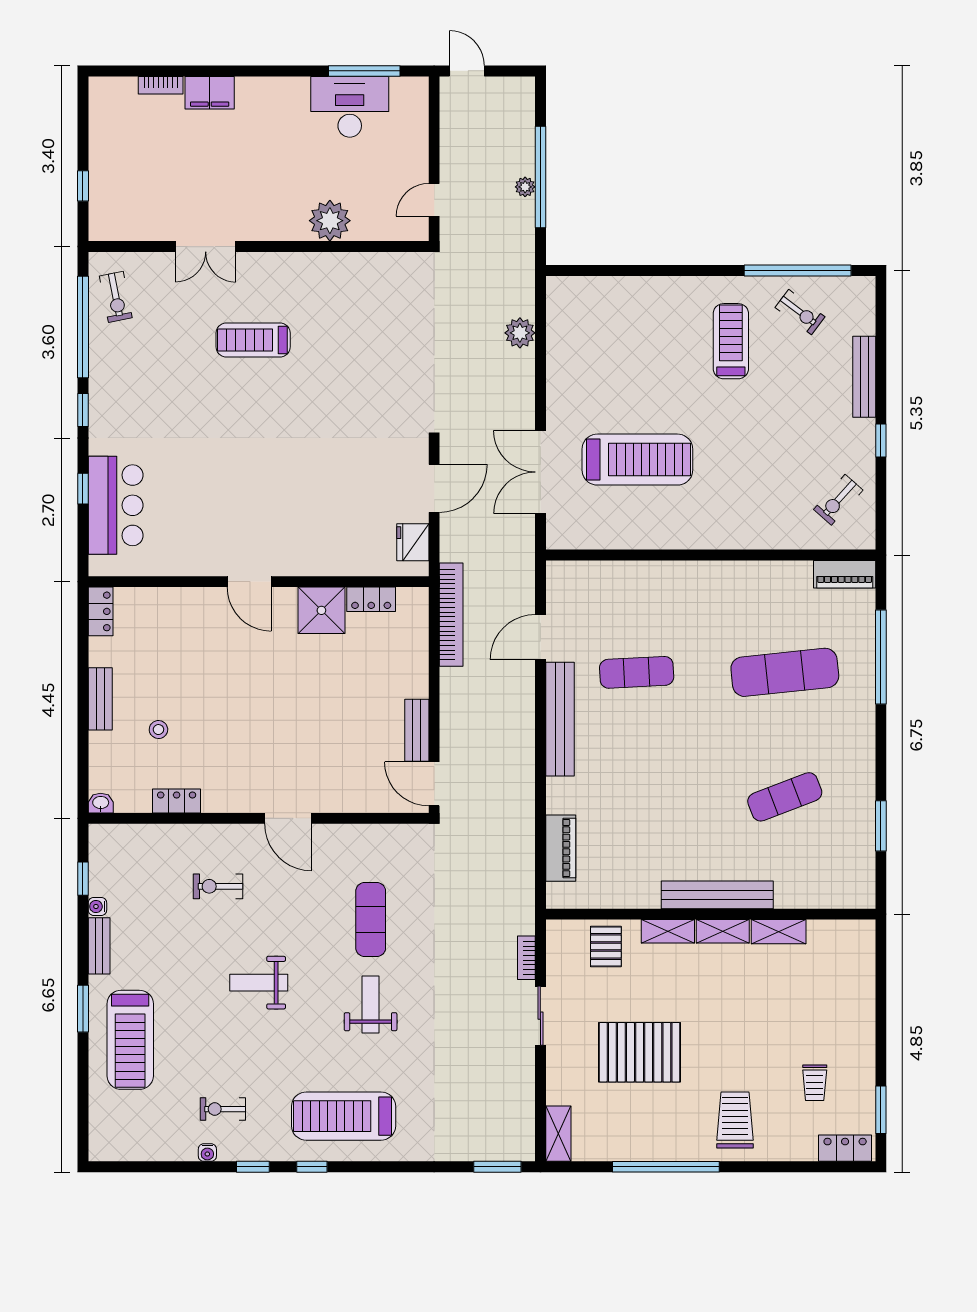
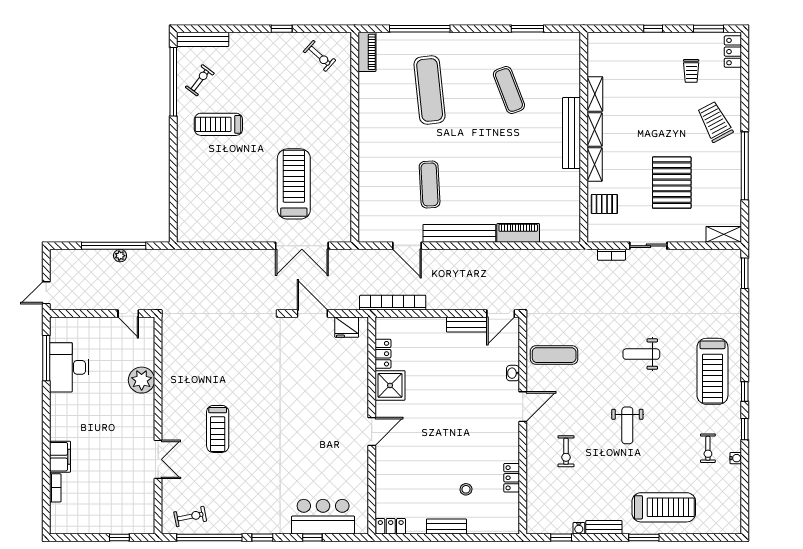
plant: (520, 333) -> (213, 259), removed
bench: (864, 377) -> (203, 39), moved
washbasin: (101, 803) -> (513, 373), moved
piano: (561, 848) -> (518, 233), moved
exercise mat: (371, 920) -> (554, 355), moved
window: (881, 1023) -> (653, 29), added
trolley: (815, 1083) -> (691, 71), turned 90
trolley: (735, 1120) -> (715, 122), turned 62

